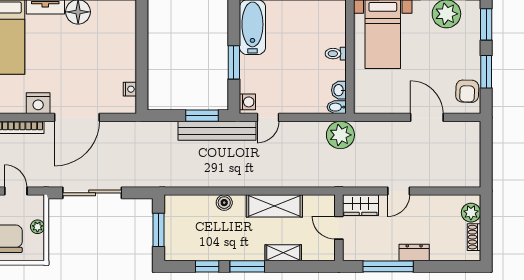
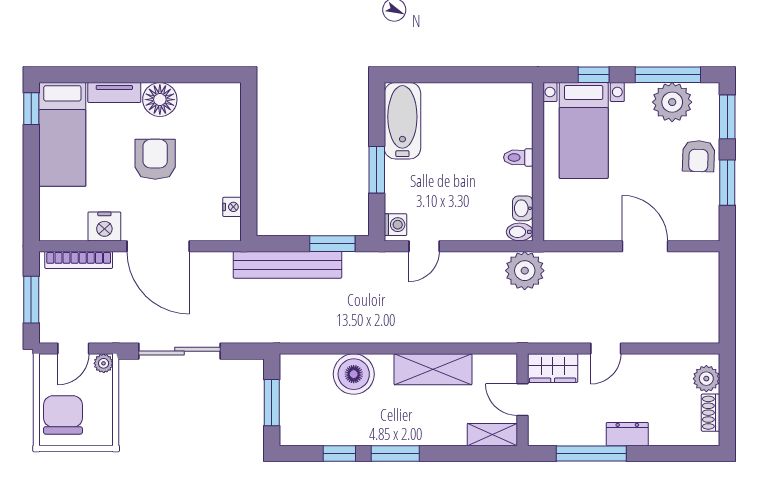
armchair: (75, 55) -> (155, 159), added
armchair: (467, 91) -> (699, 156), moved
door: (77, 117) -> (158, 246), hinge flipped
bench: (217, 131) -> (287, 265), moved
door: (16, 191) -> (73, 349), swing flipped
boiler: (224, 203) -> (354, 374), width x1.86, depth x1.86
plant: (37, 227) -> (104, 363), moved
shelving: (283, 253) -> (492, 435), moved

